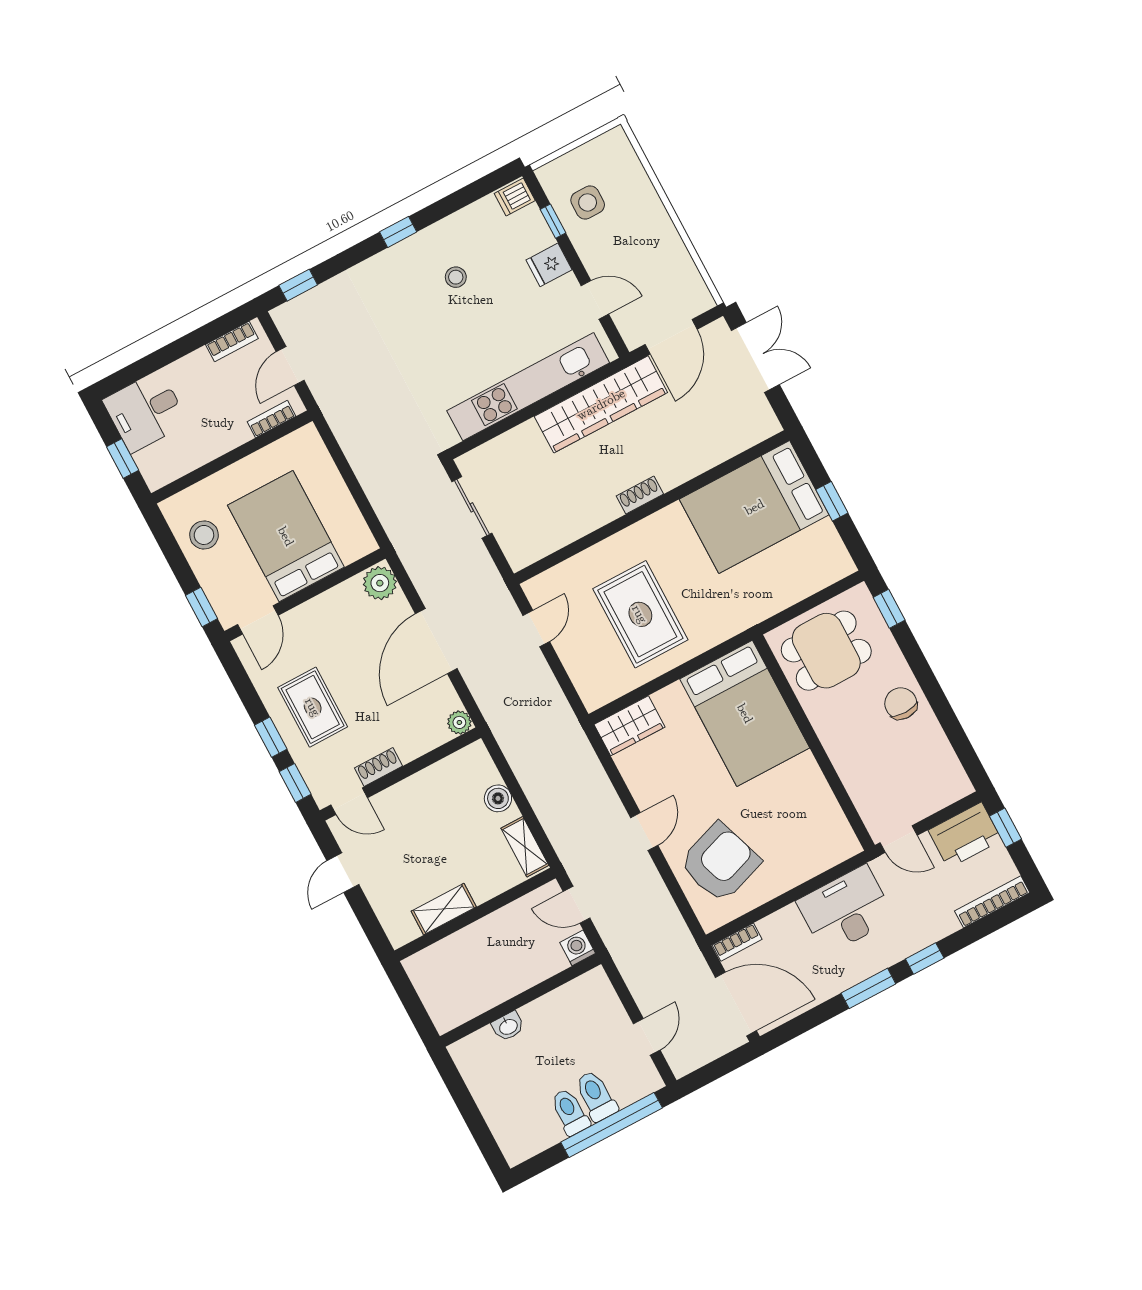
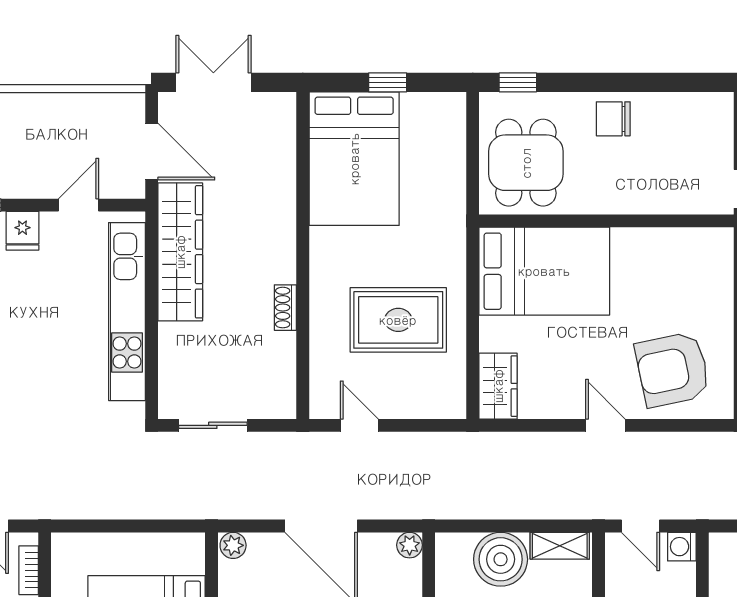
shoe rack: (640, 495) -> (285, 308), moved
plant: (380, 583) -> (233, 545), width x0.73, depth x0.73
boiler: (498, 798) -> (501, 559), width x1.86, depth x1.86
armchair: (720, 863) -> (673, 369), turned -83
door: (577, 905) -> (640, 526), hinge flipped

